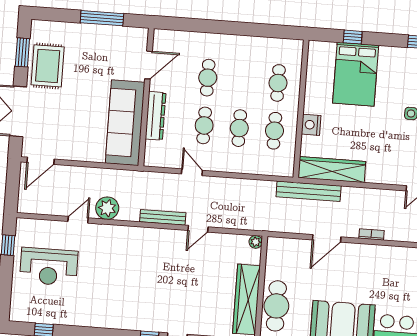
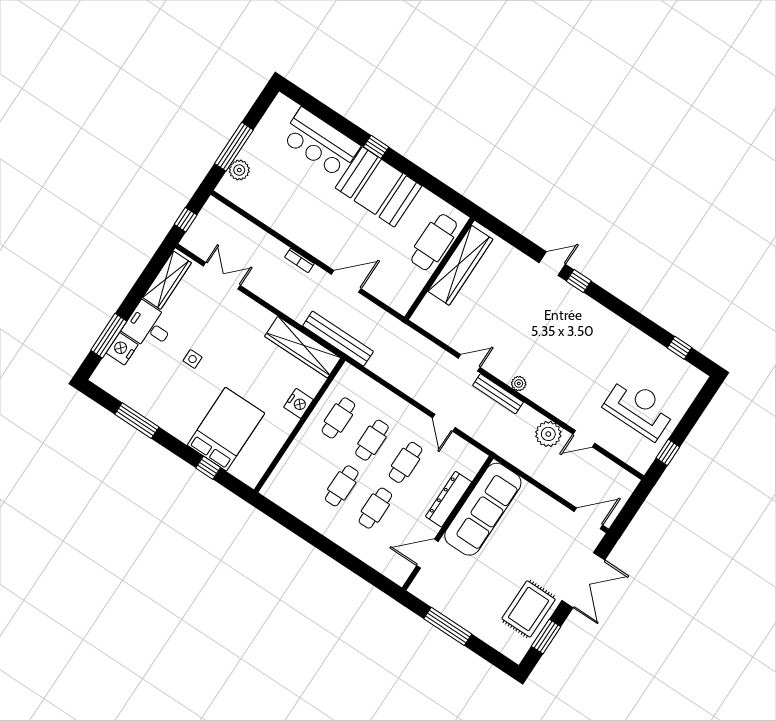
cafe table: (278, 83) -> (342, 486), moved
plant: (256, 242) -> (519, 384), moved

